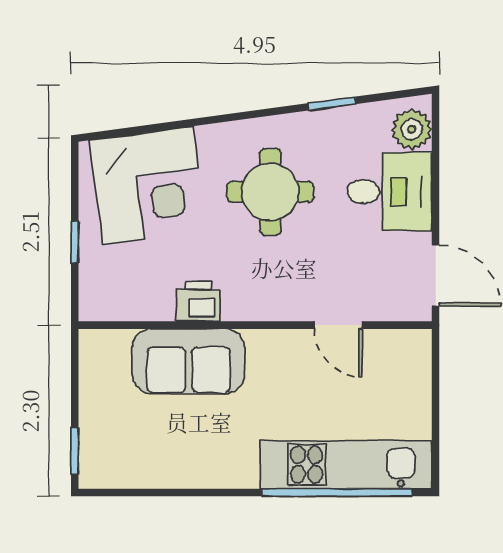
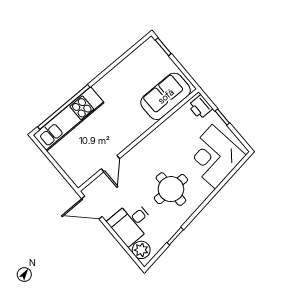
printer: (198, 302) -> (200, 107), moved, turned 90
door: (338, 325) -> (110, 164), swing flipped
sofa: (189, 361) -> (166, 96), moved

